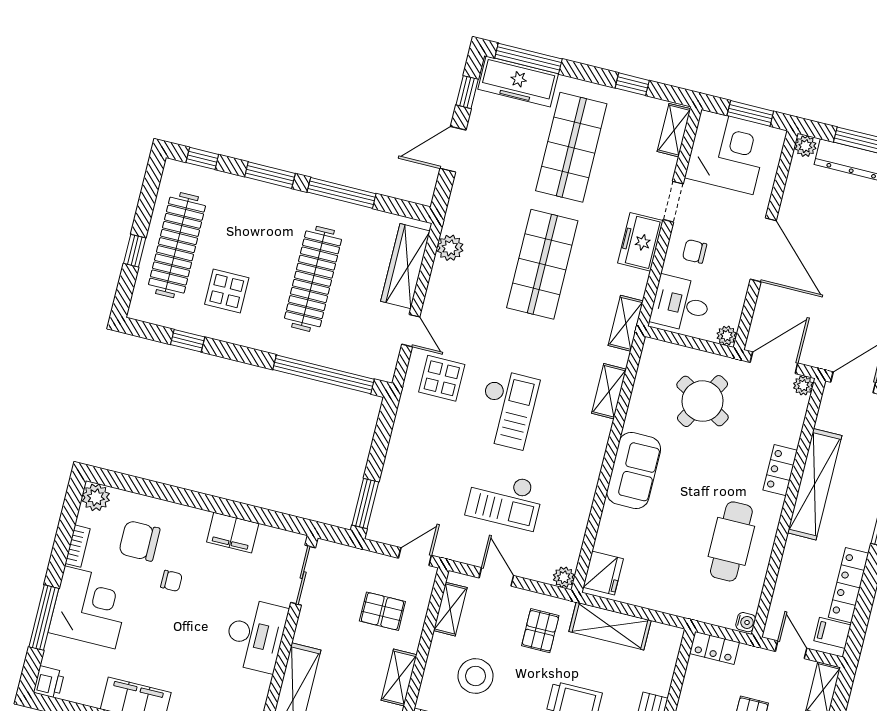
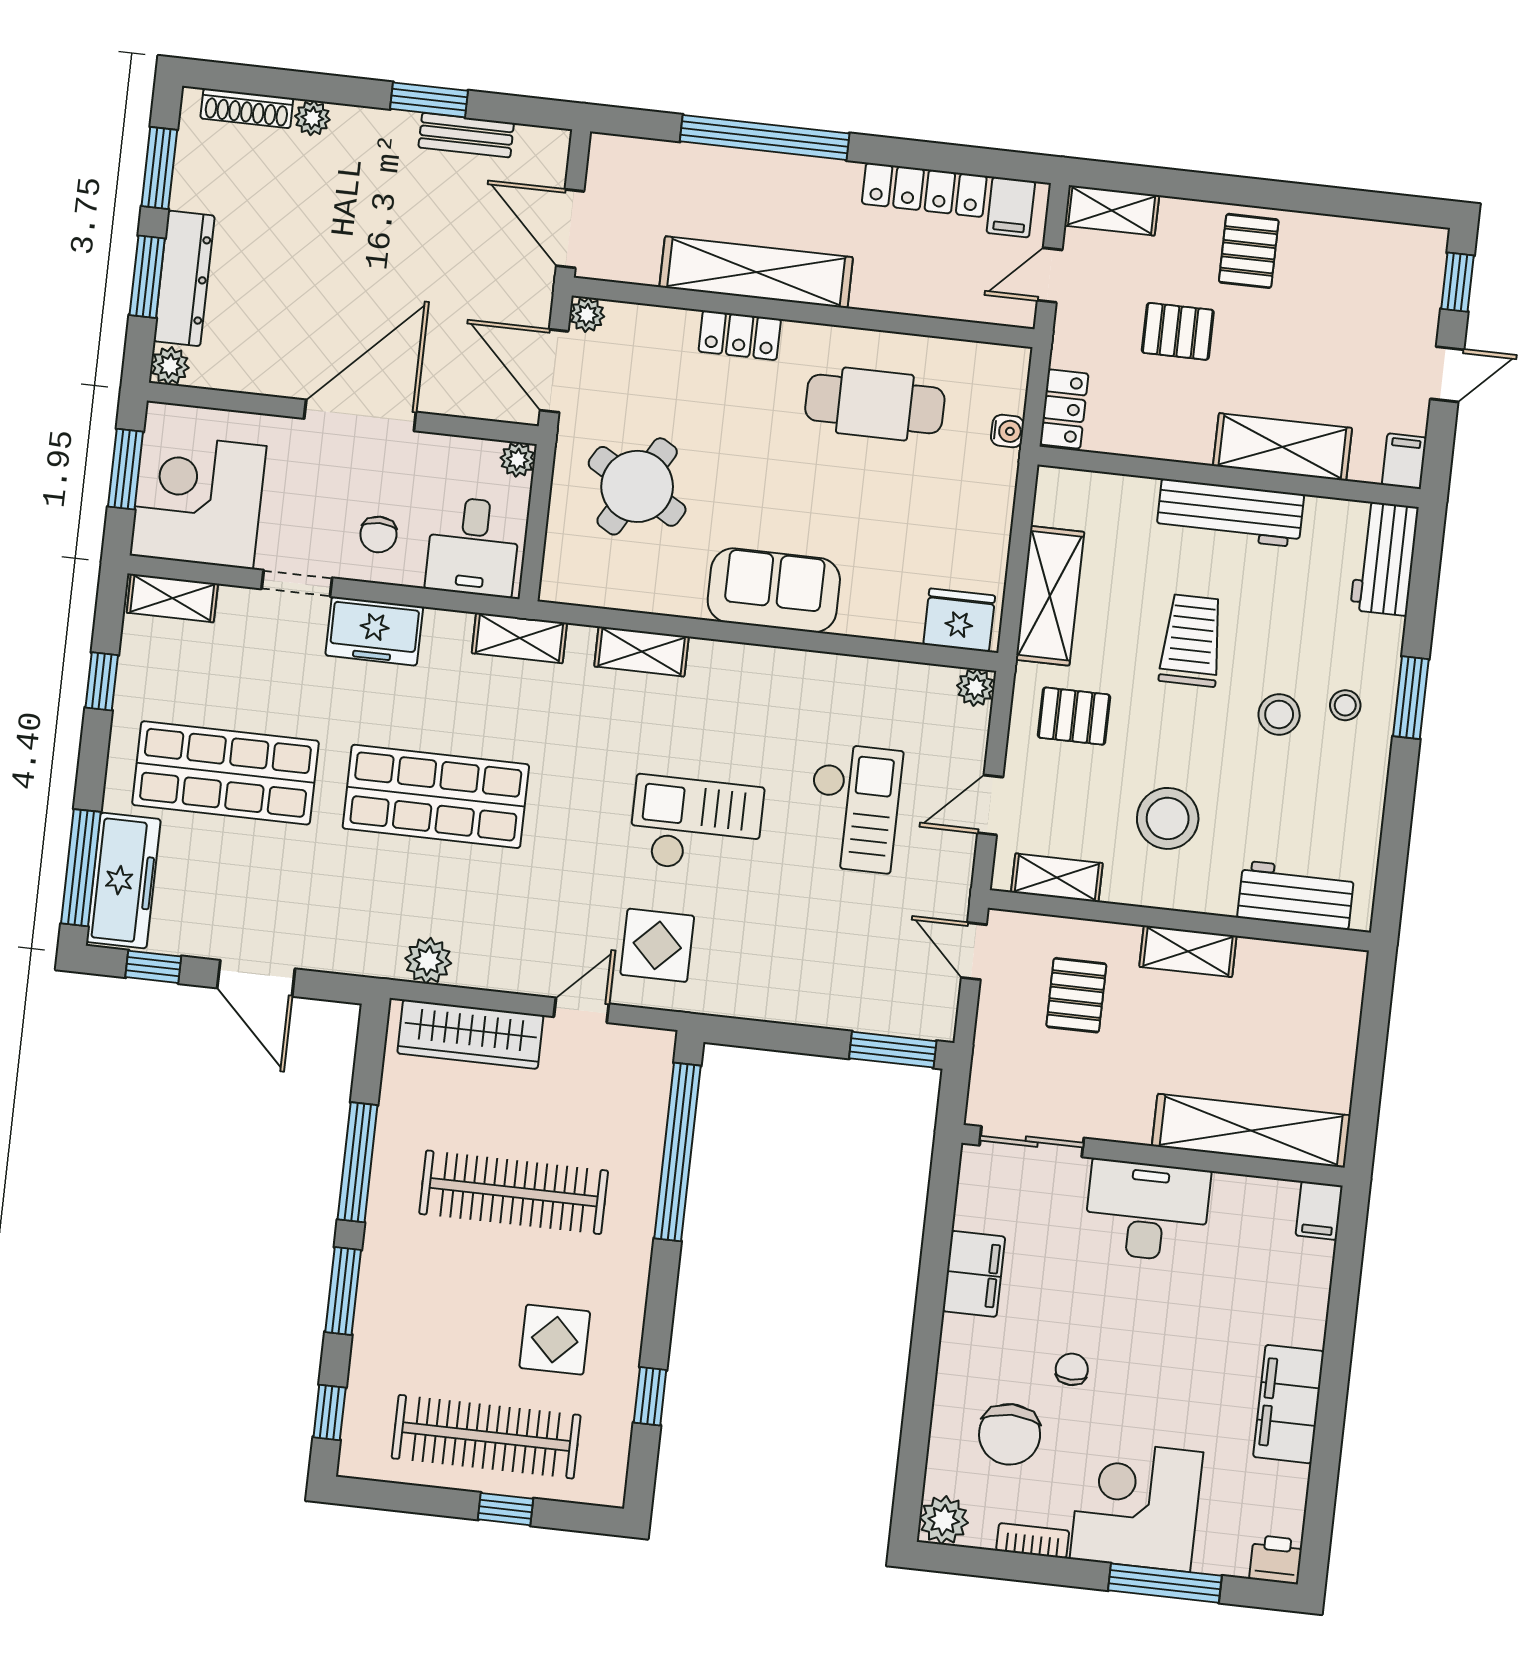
water cooler: (746, 622) -> (1007, 431), moved, turned 90

